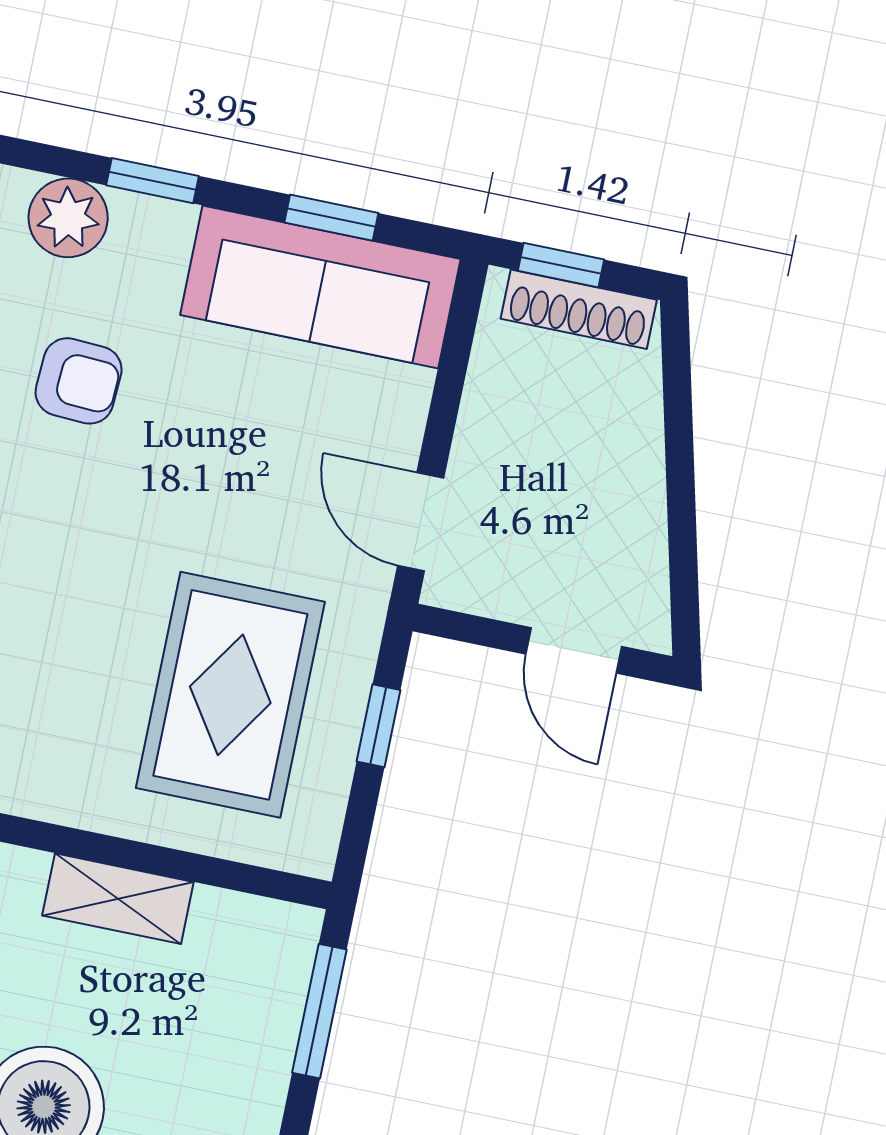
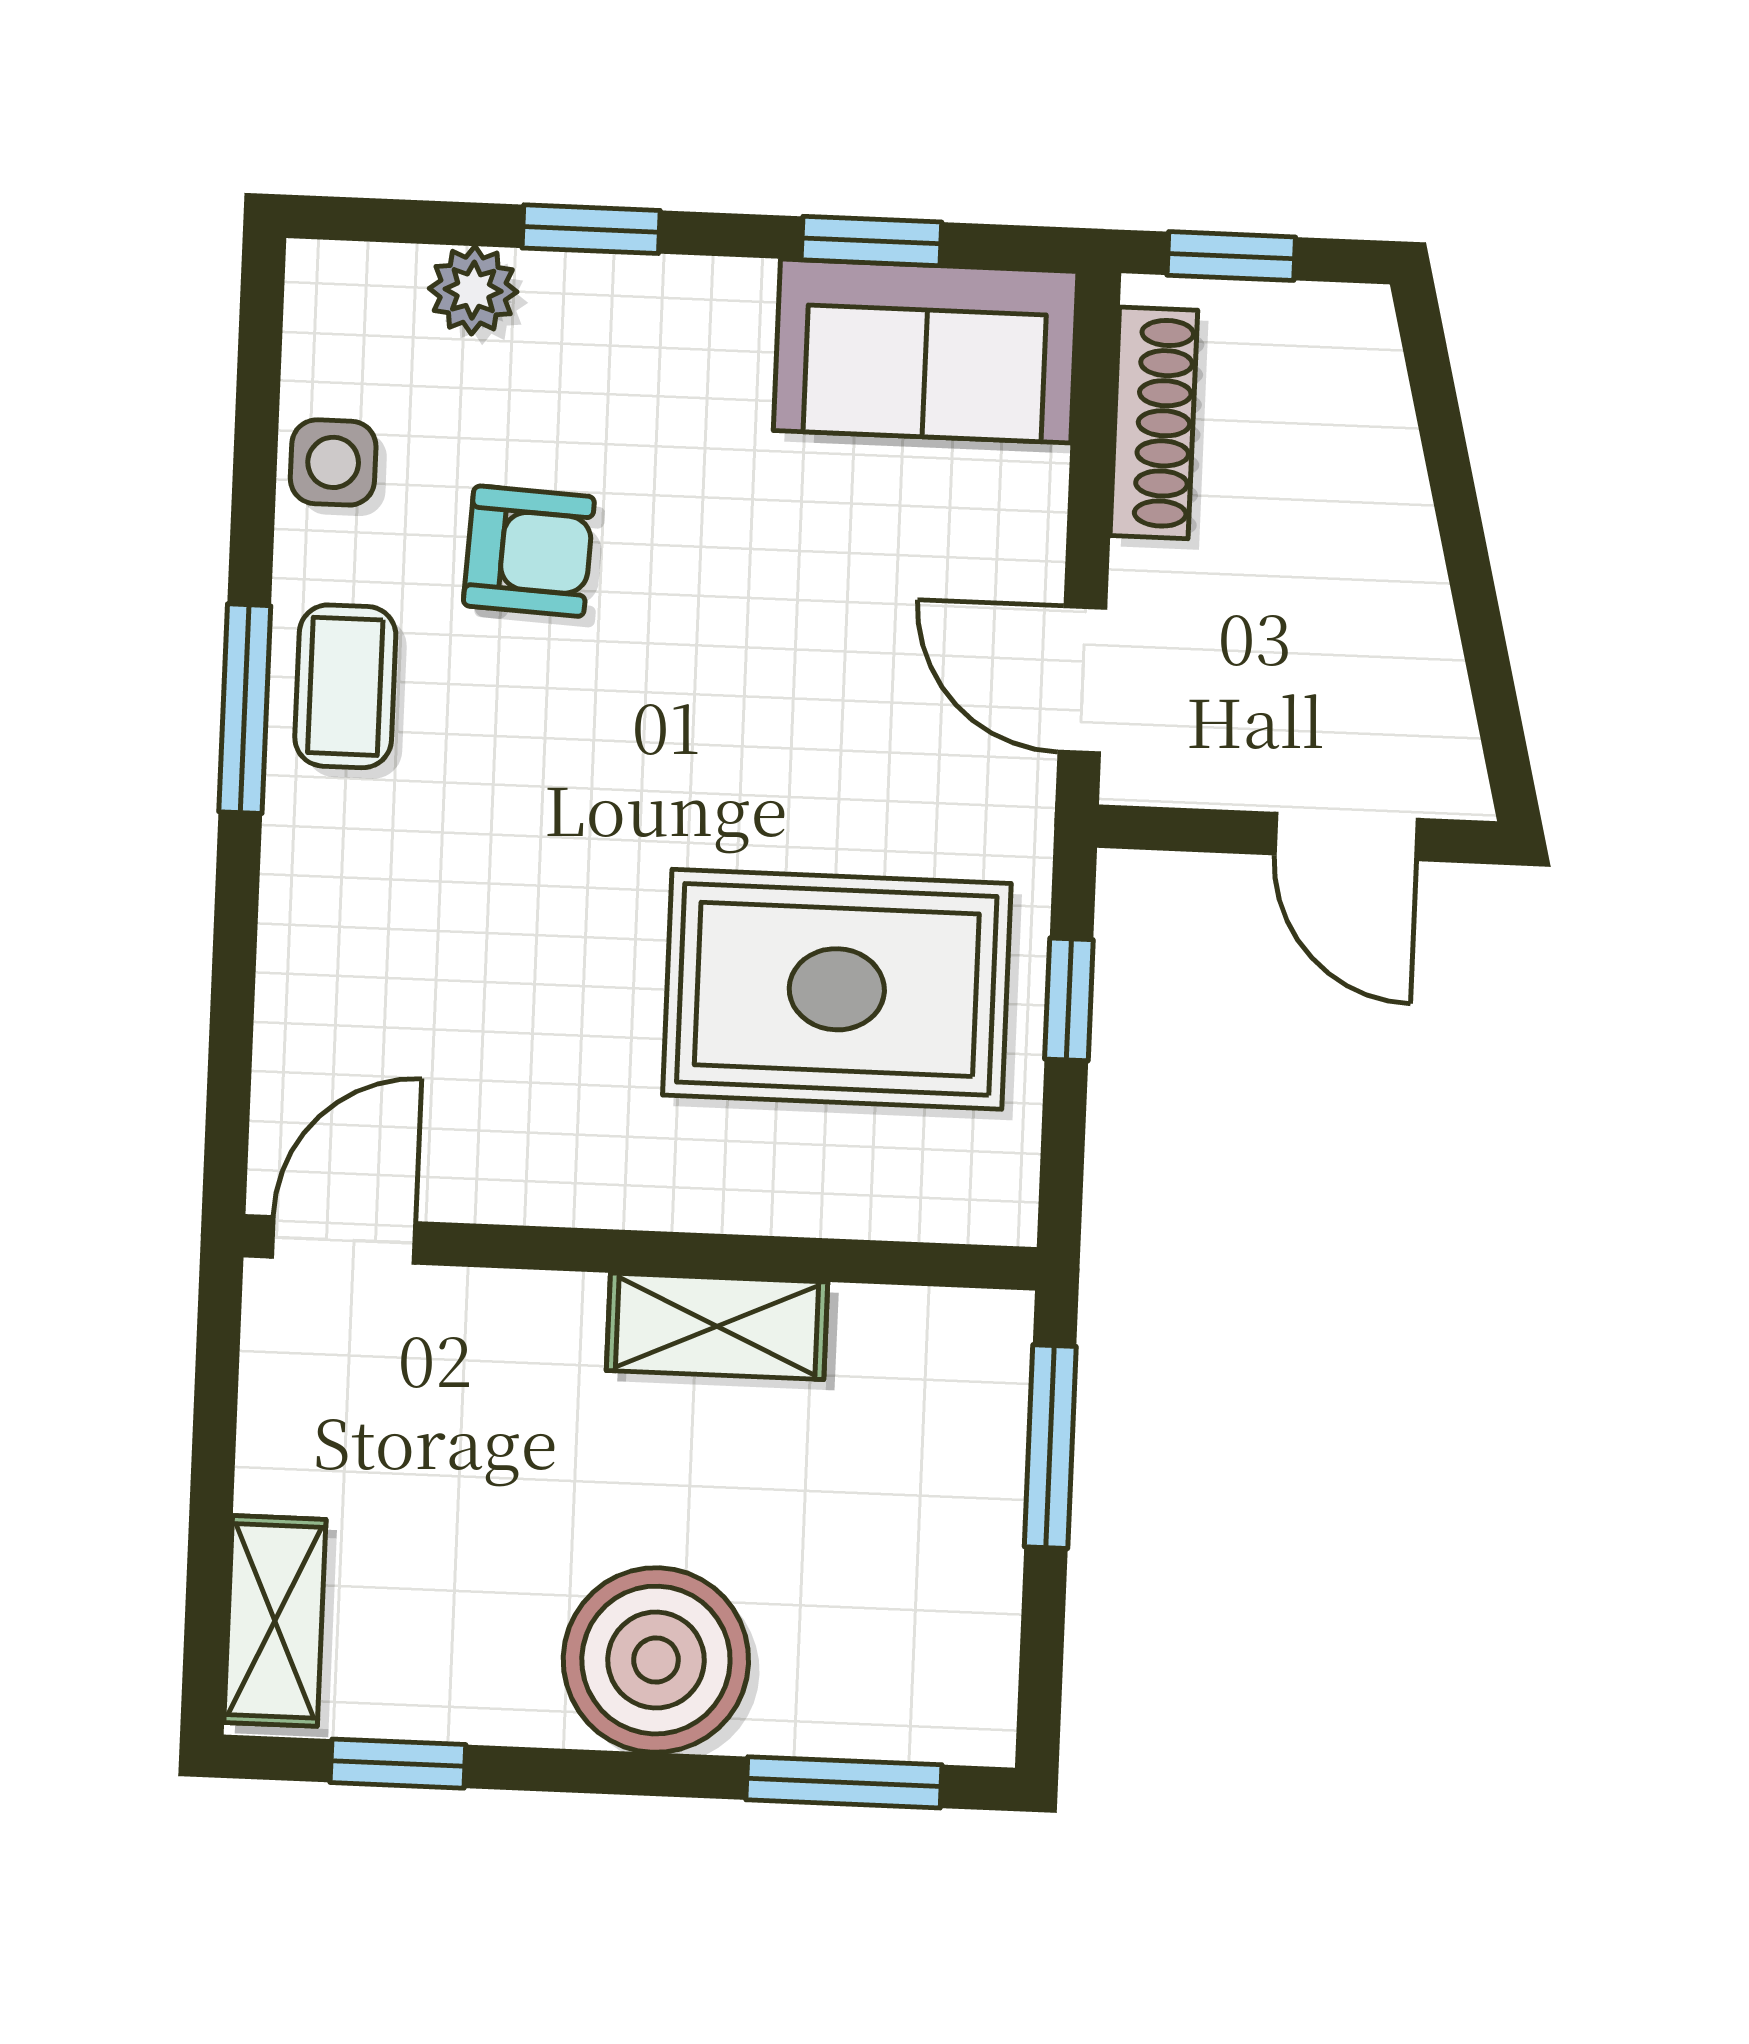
plant: (68, 218) -> (473, 290), width x0.73, depth x0.73
sofa: (320, 287) -> (926, 351), width x0.73
shoe rack: (579, 309) -> (1154, 423), moved, turned -90
rug: (230, 695) -> (837, 989), turned 90

